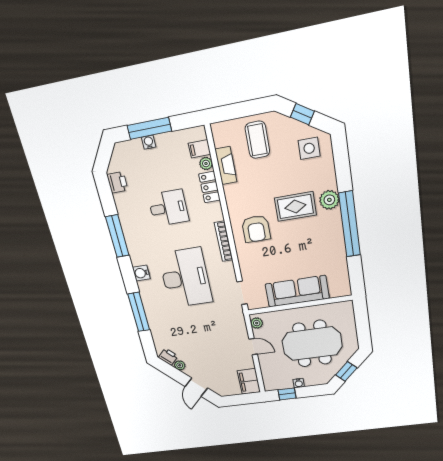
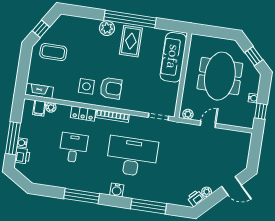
coffee table: (257, 140) -> (53, 52), moved
side table: (309, 148) -> (86, 86), moved
fireplace: (226, 166) -> (39, 91), moved
printer: (117, 182) -> (22, 156), moved, turned 90
locker: (209, 187) -> (83, 113), moved
rug: (295, 207) -> (131, 41), moved
sofa: (297, 291) -> (173, 57), moved
filing cabinet: (249, 381) -> (239, 139), removed

